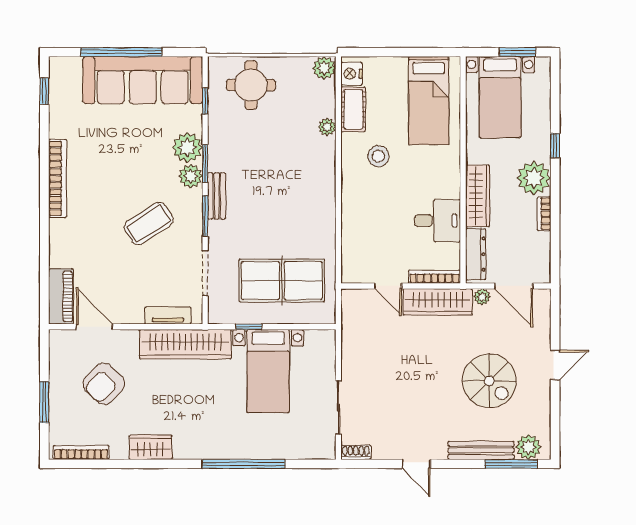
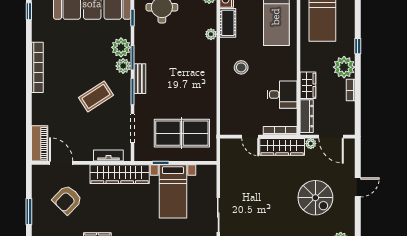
stool: (378, 156) -> (241, 67), moved
wardrobe: (478, 196) -> (308, 85), width x0.67

